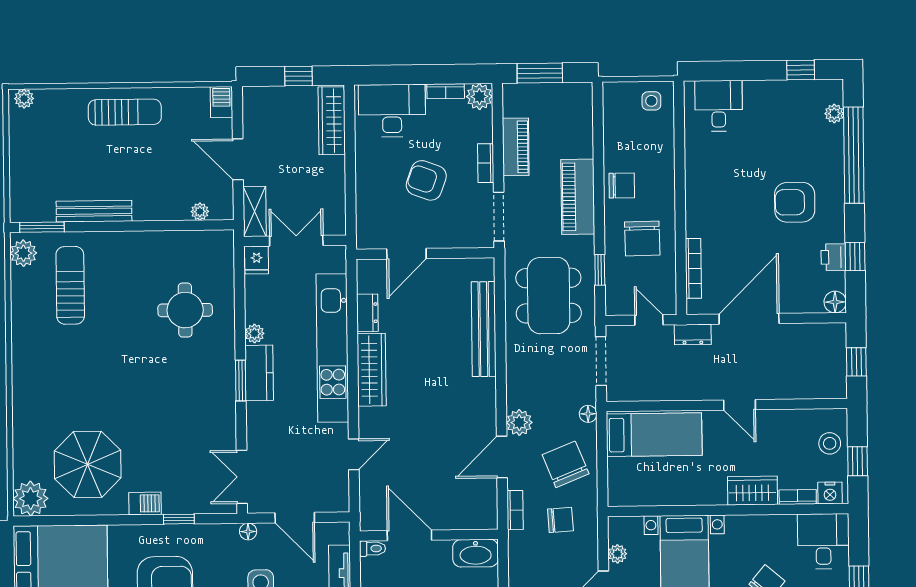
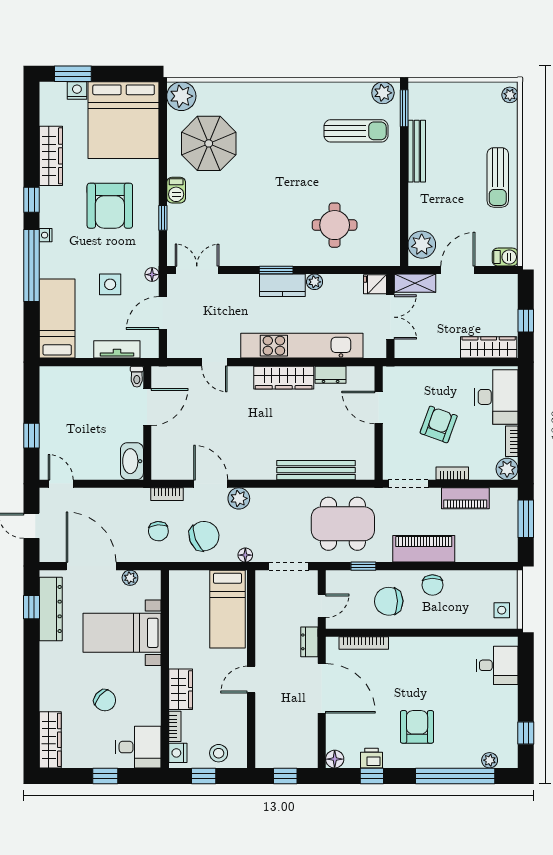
plant: (200, 212) -> (422, 245), width x1.88, depth x1.88

